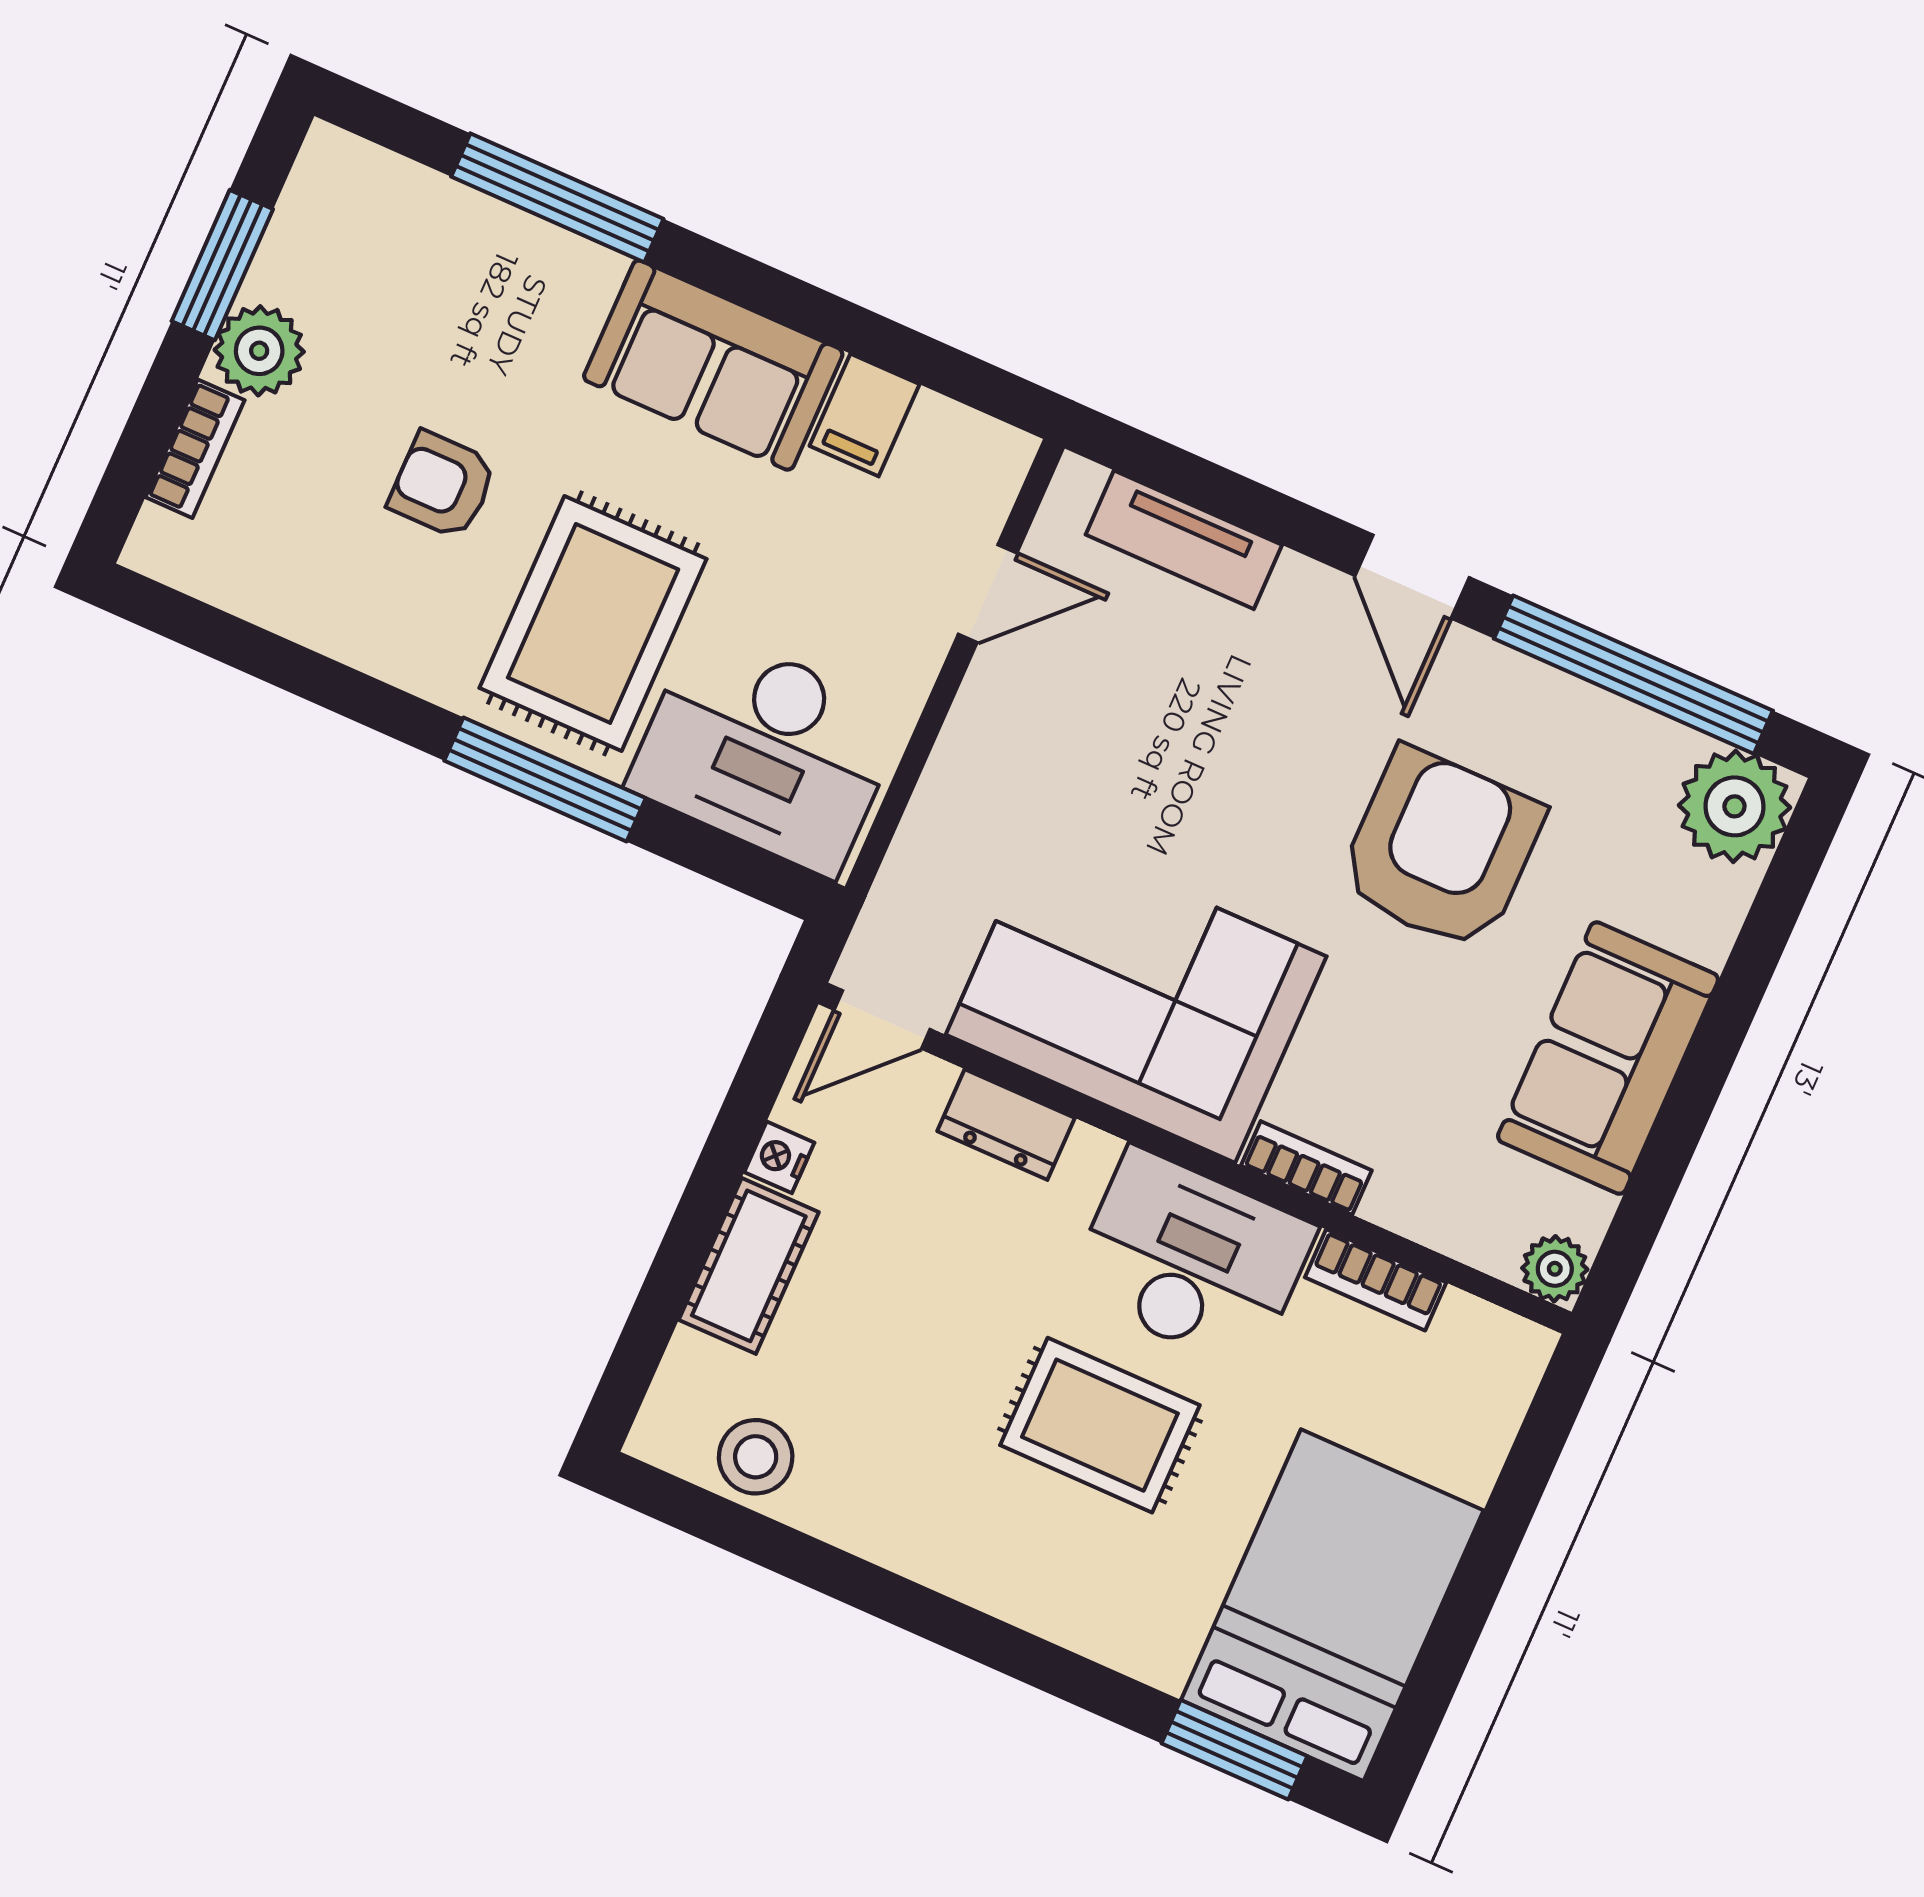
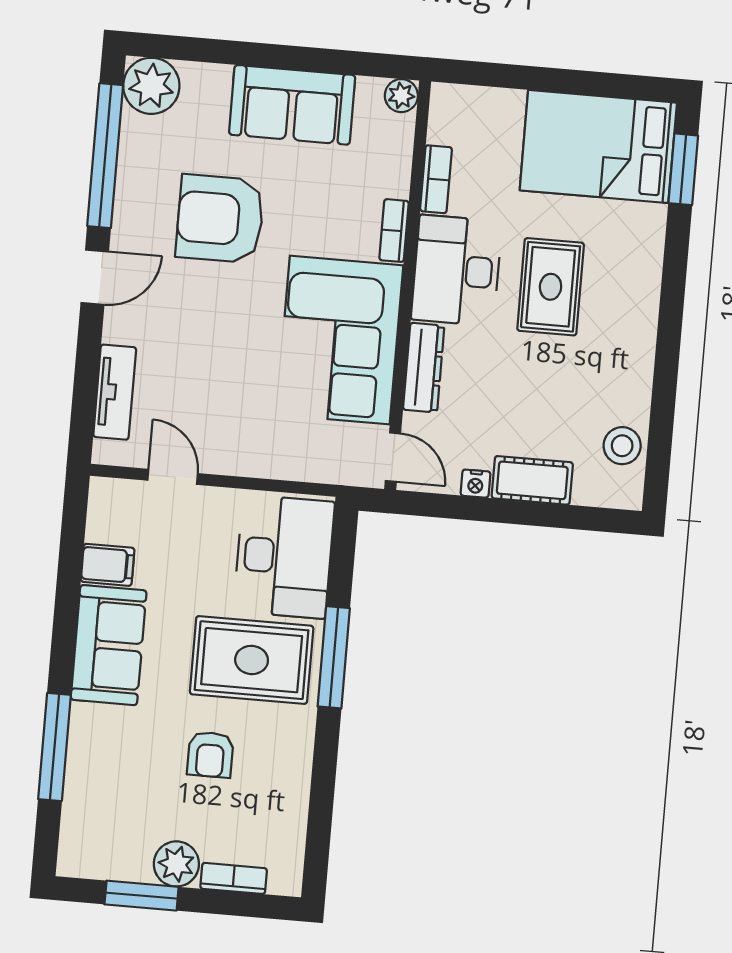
dresser: (1006, 1124) -> (424, 368), width x1.44

